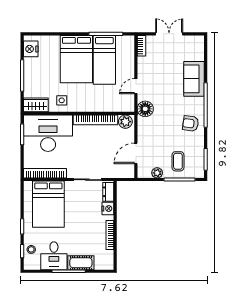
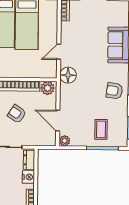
armchair: (96, 147) -> (17, 114), added
door: (136, 153) -> (58, 121), hinge flipped
plant: (157, 173) -> (65, 141), moved

